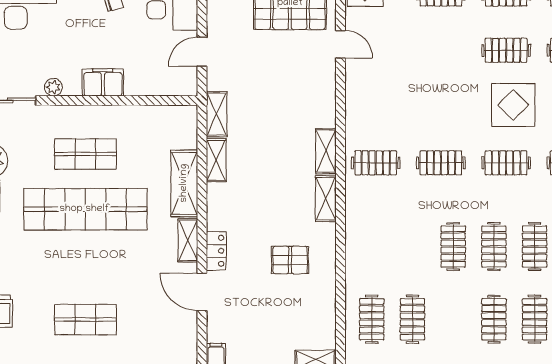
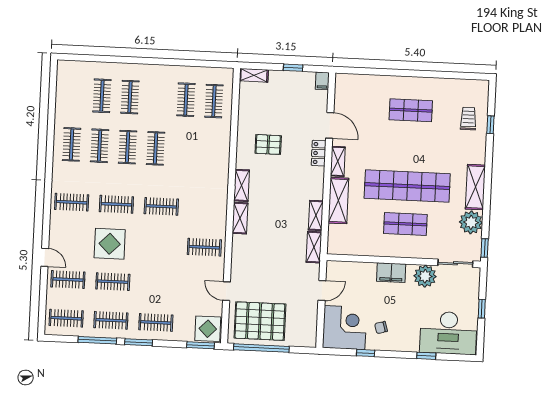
plant: (53, 87) -> (425, 276), width x1.88, depth x1.88
clothes rail: (376, 163) -> (204, 247), moved

